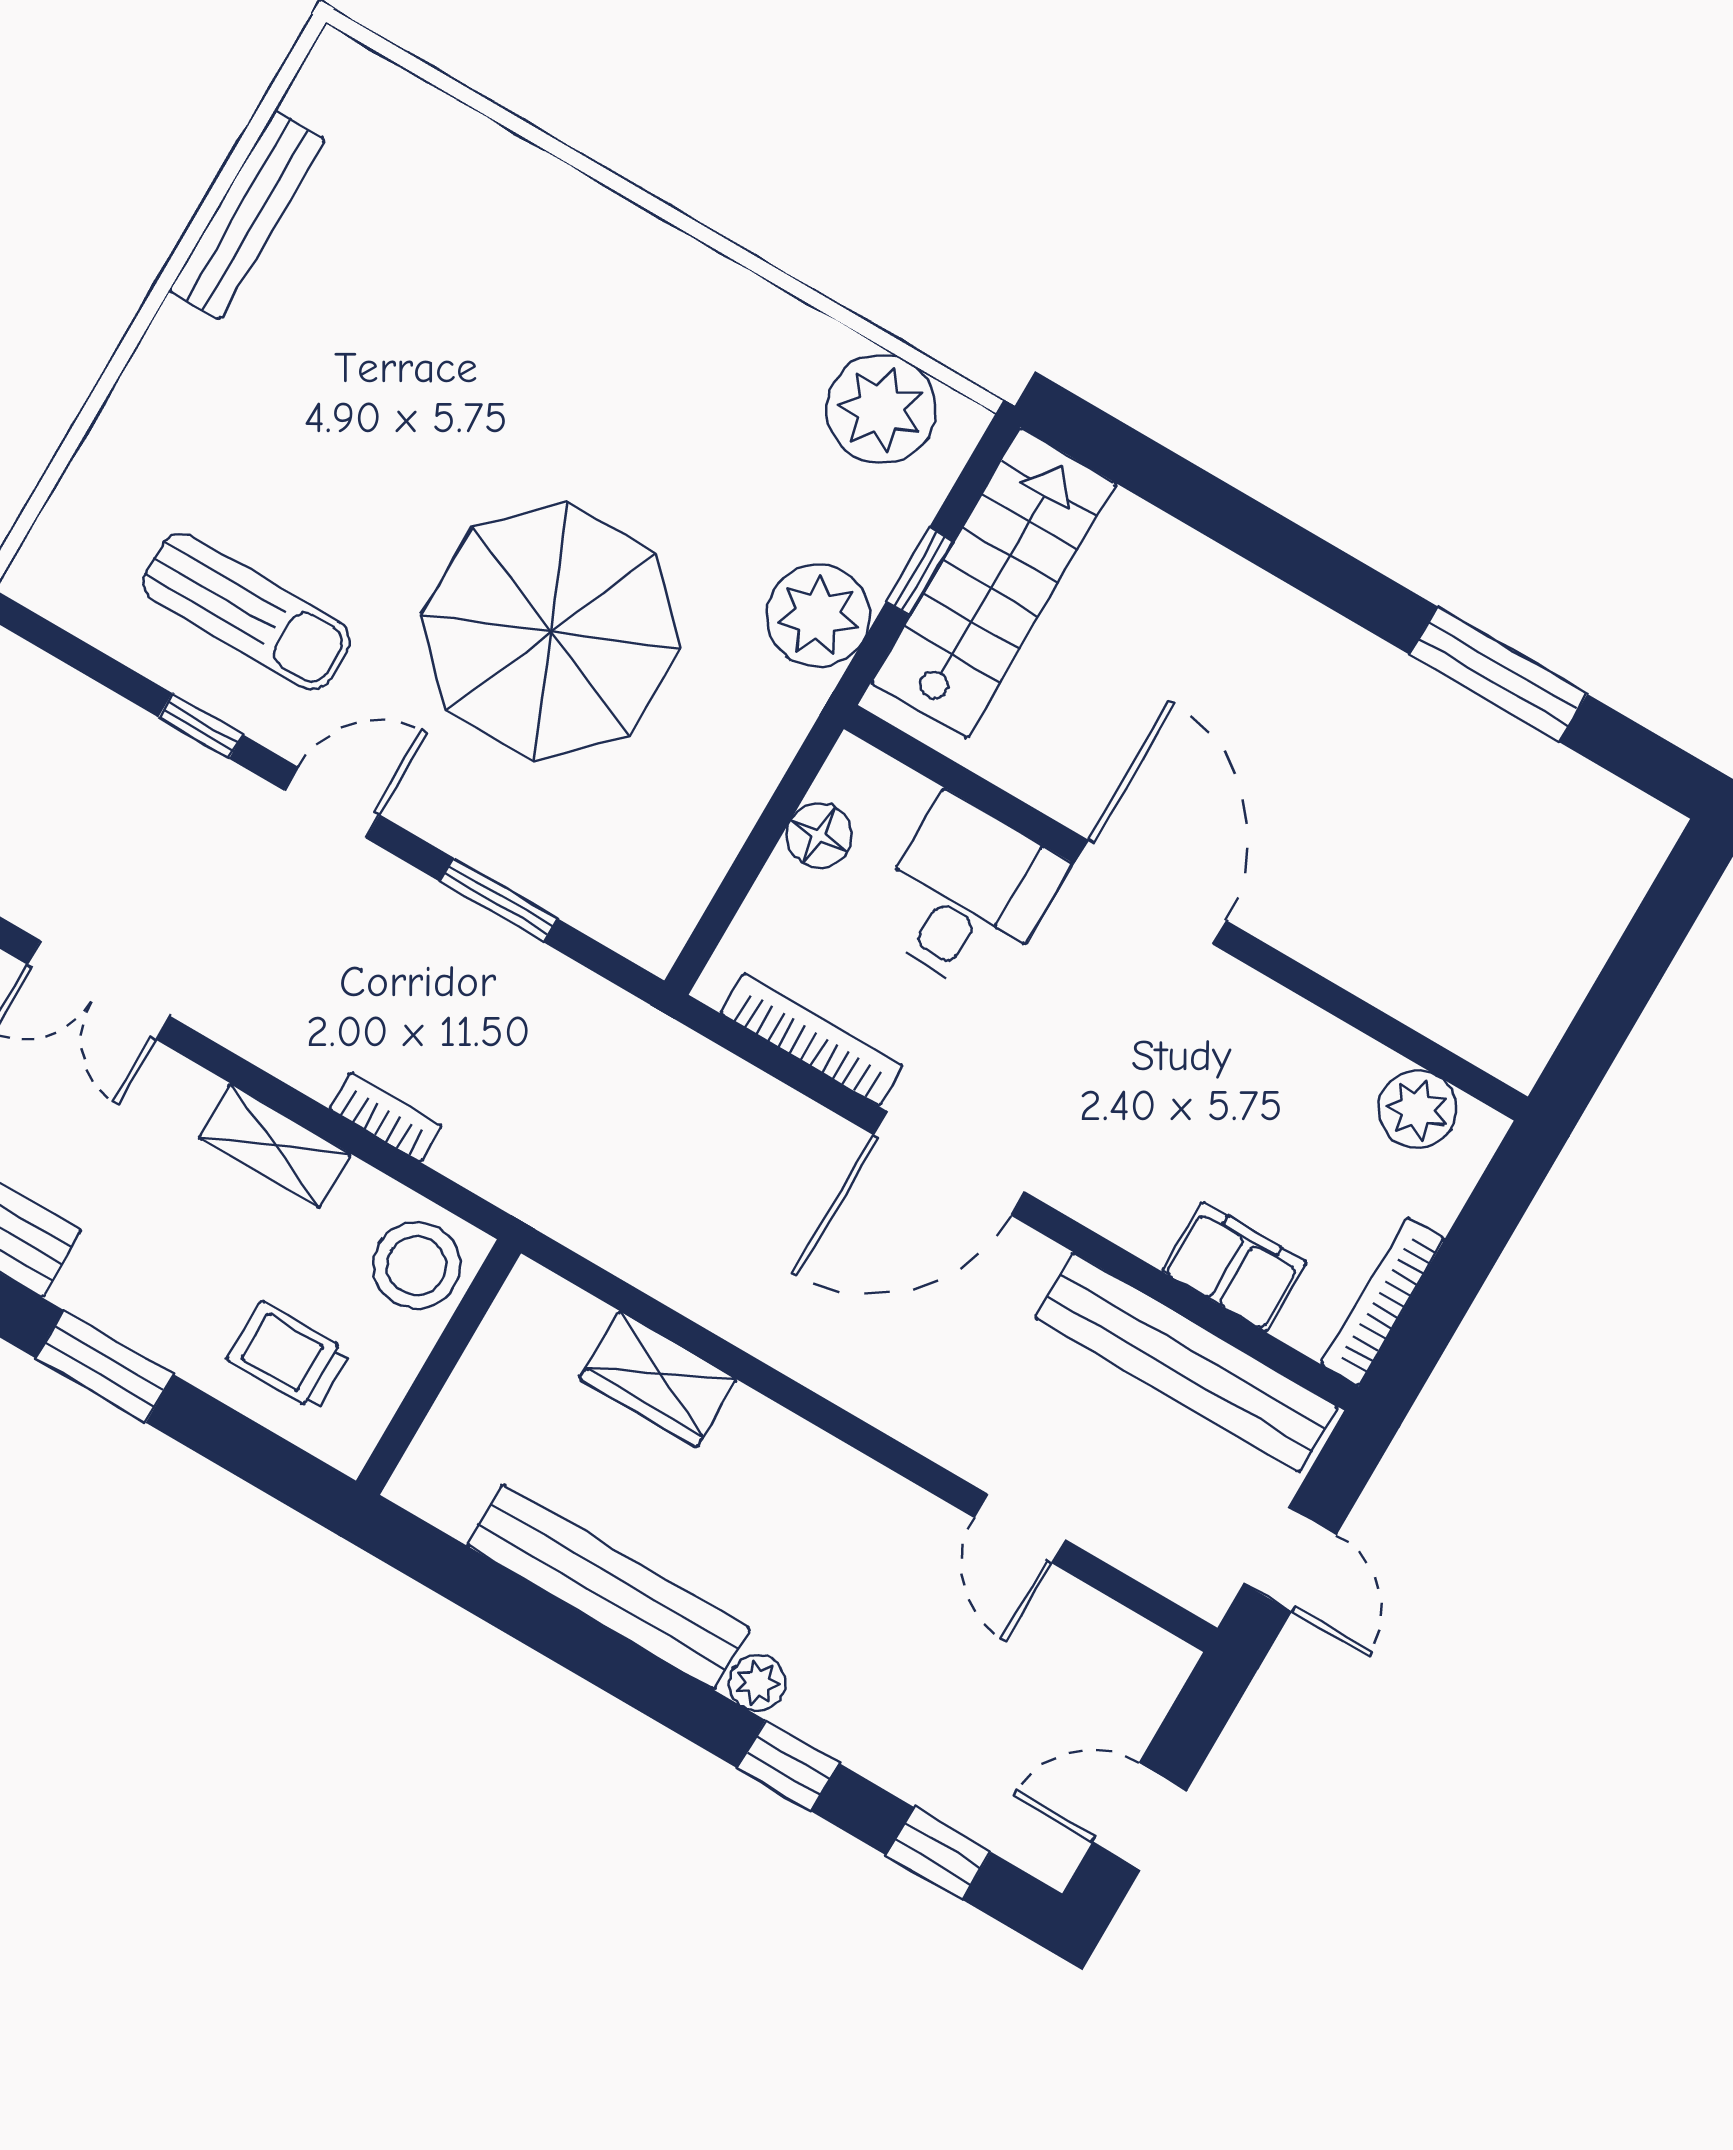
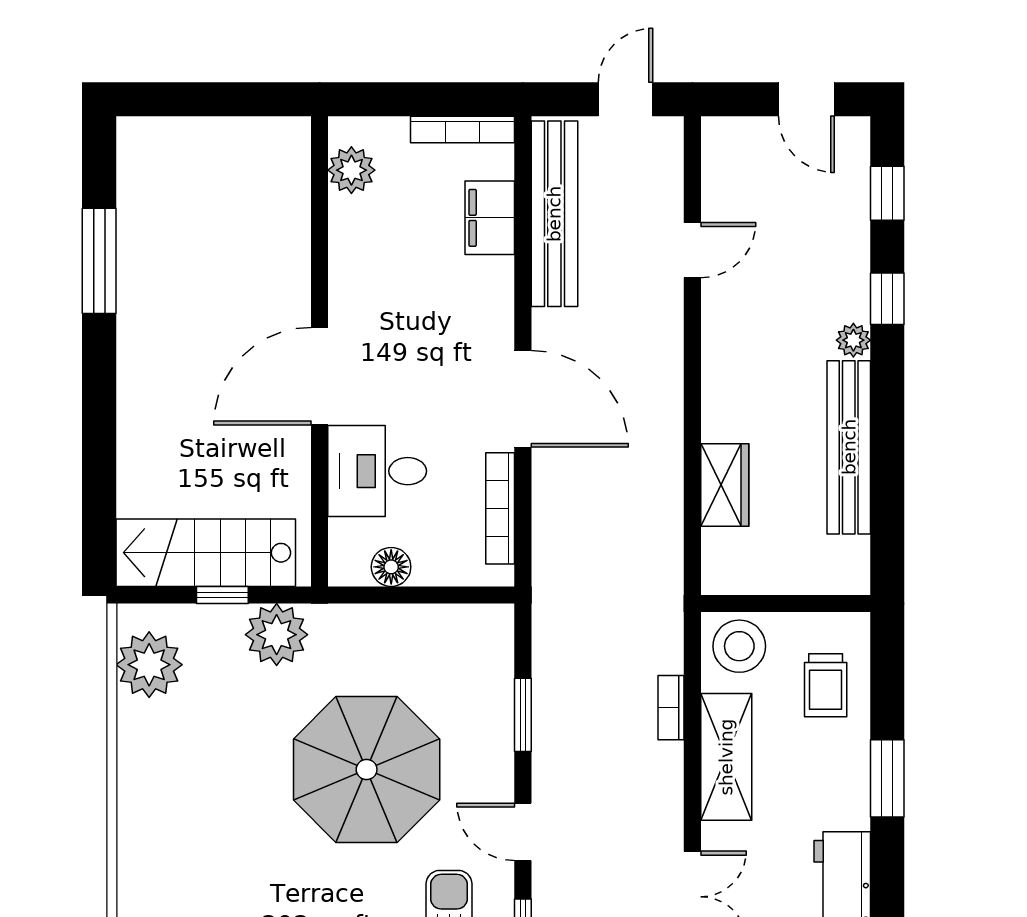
shelving: (275, 1146) -> (726, 757), width x1.50, depth x1.33

